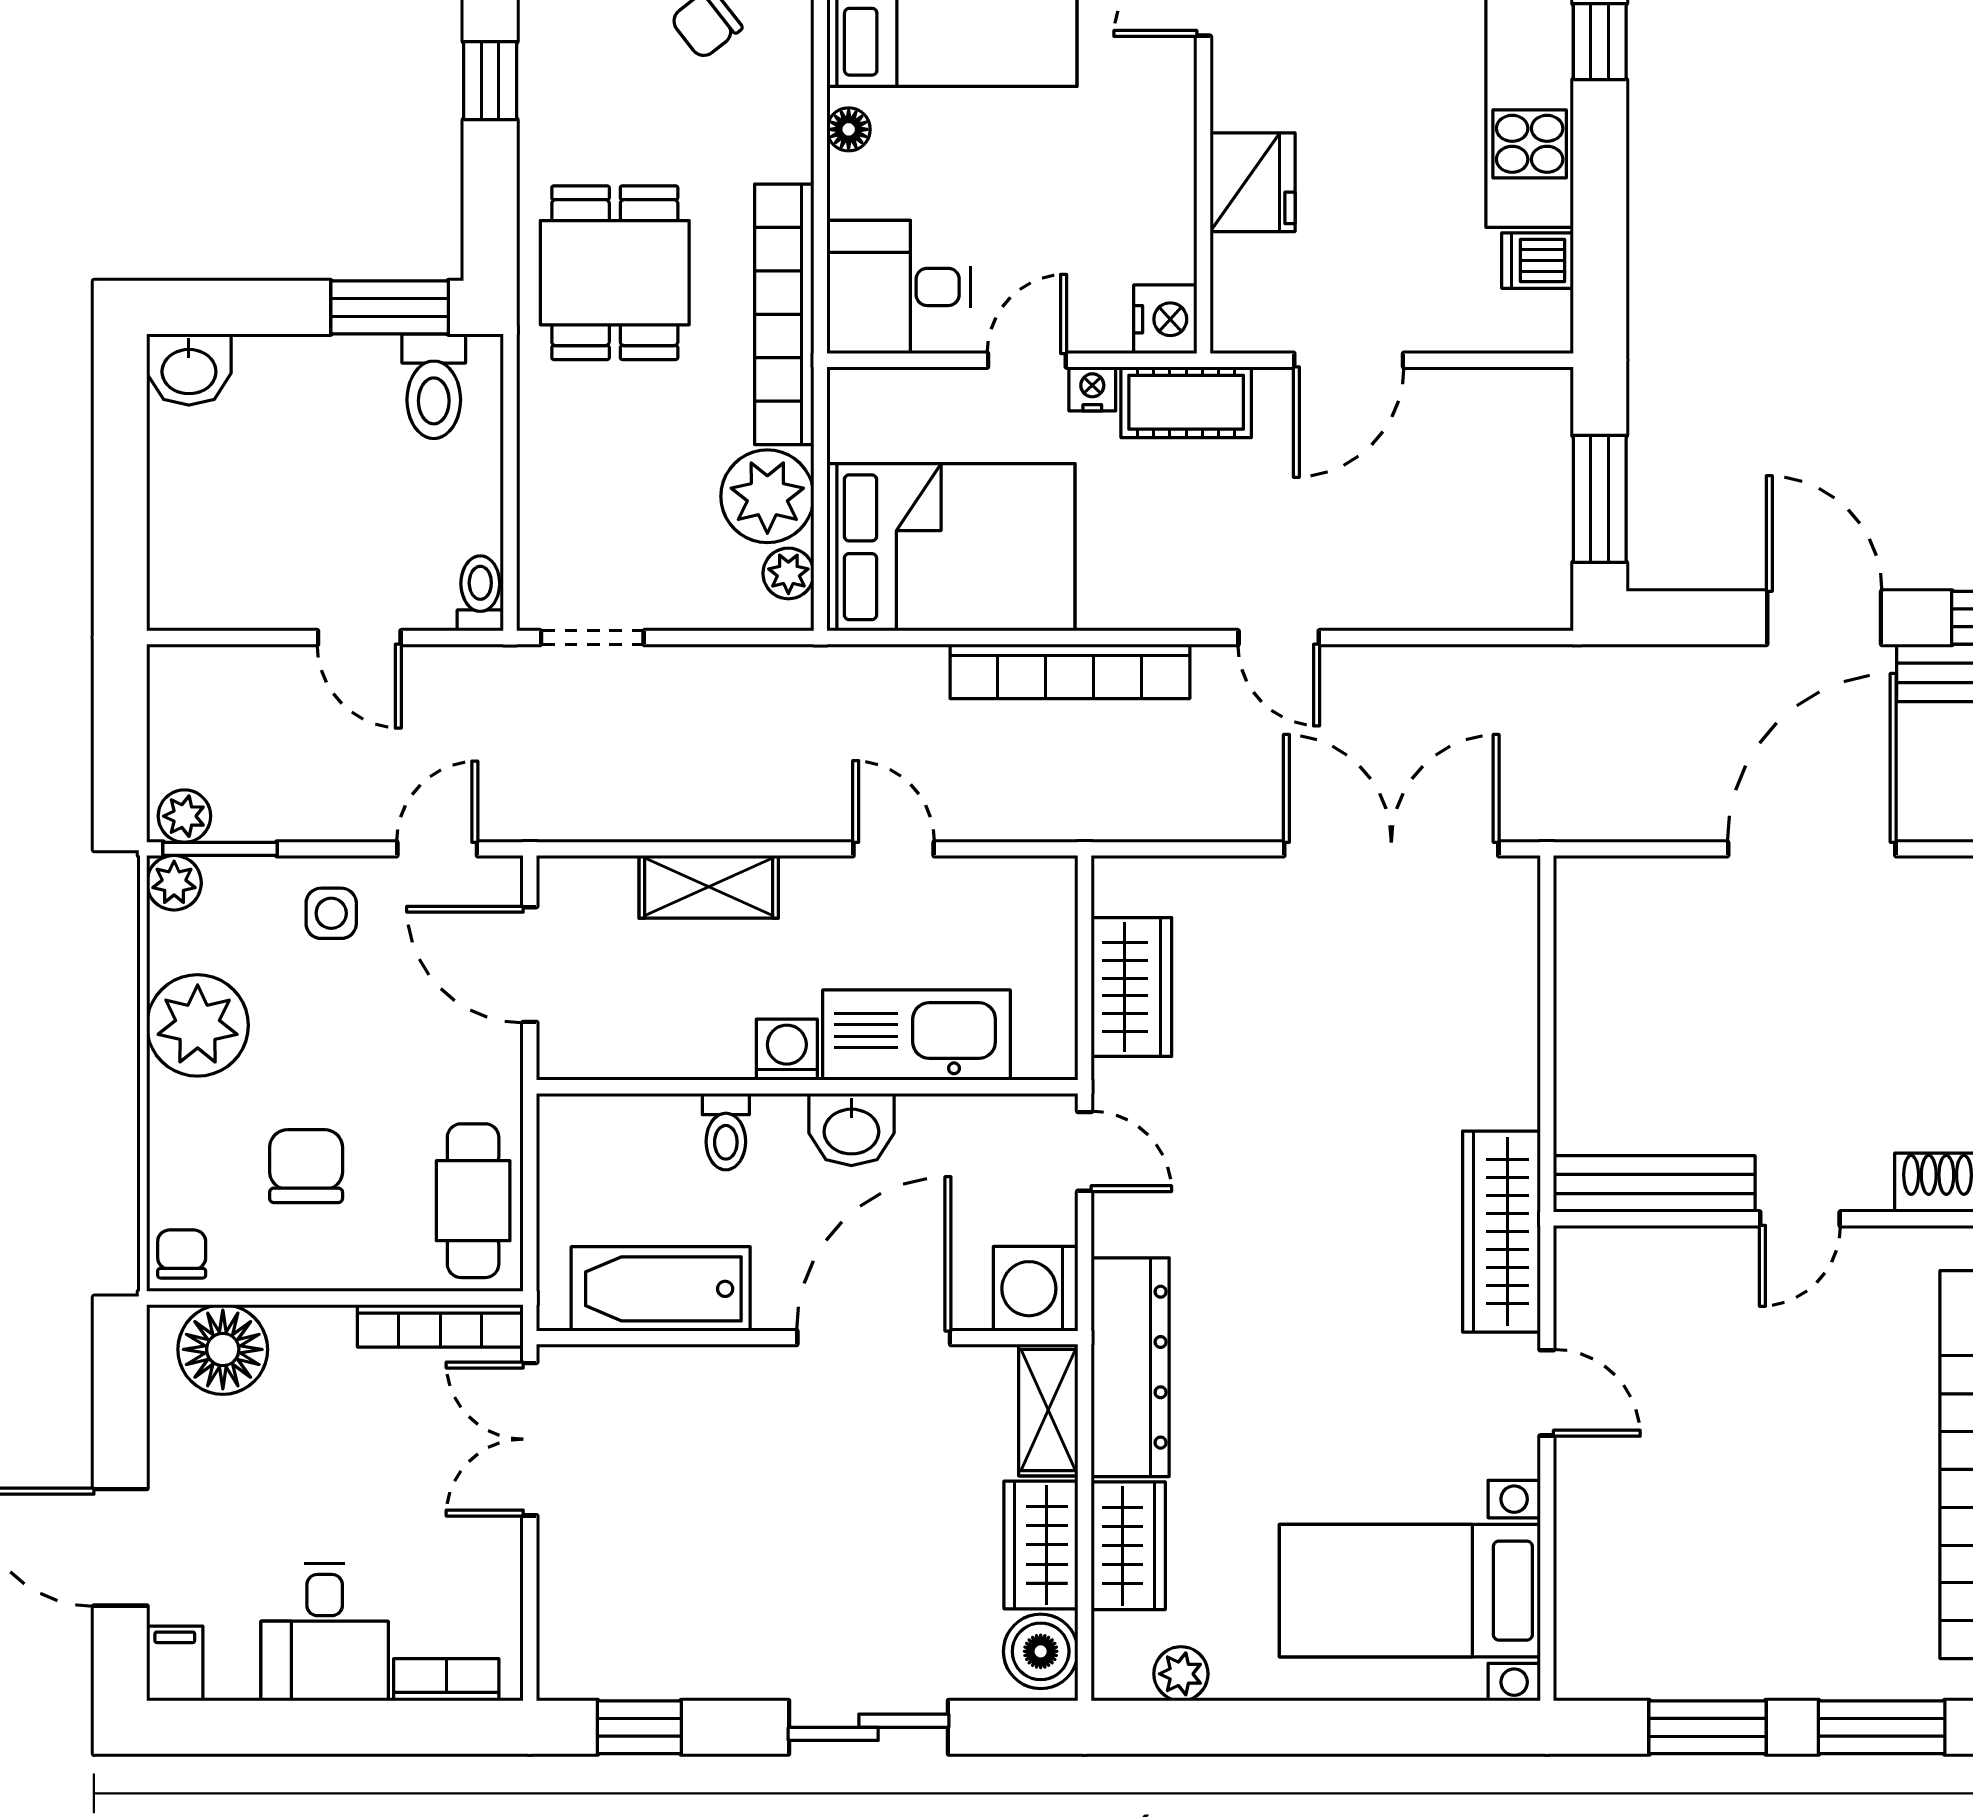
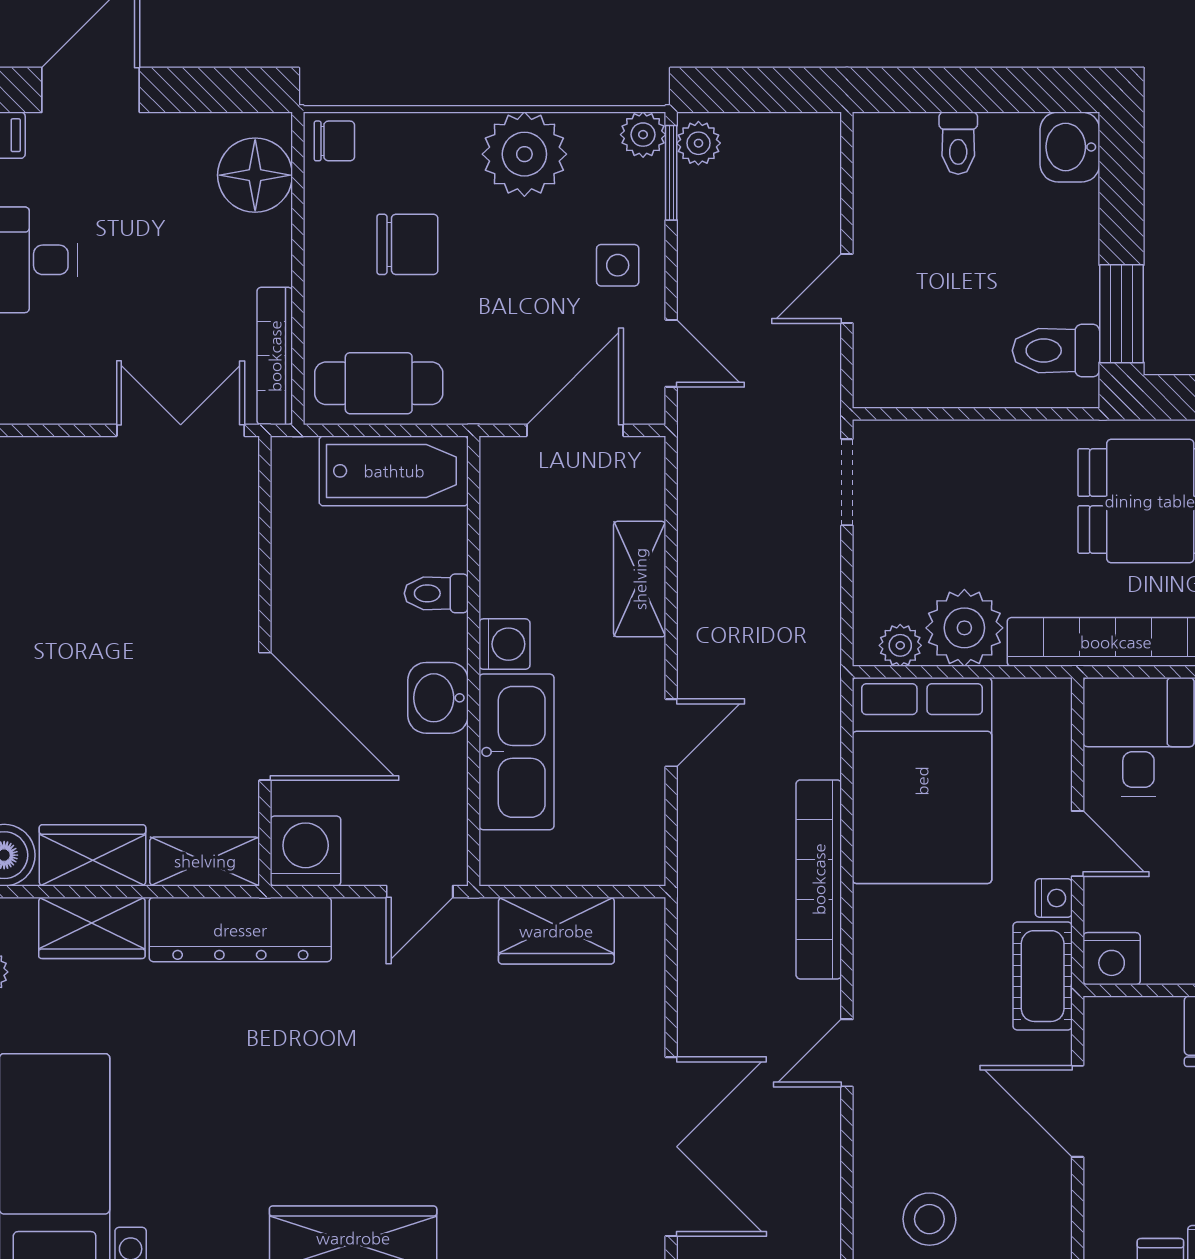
stool: (1478, 538) -> (929, 1219), added
toilet: (480, 593) -> (958, 143), moved, turned 90
bathtub: (661, 1289) -> (394, 471), moved, turned 90

